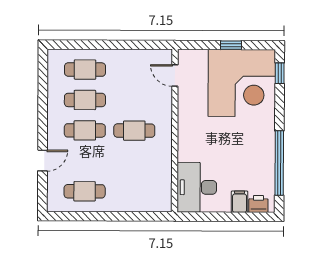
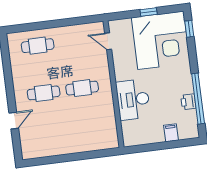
cafe table: (85, 100) -> (41, 69), removed
desk: (197, 187) -> (133, 100), moved
cafe table: (85, 191) -> (50, 140), removed
printer: (258, 204) -> (188, 102), moved, turned -90

